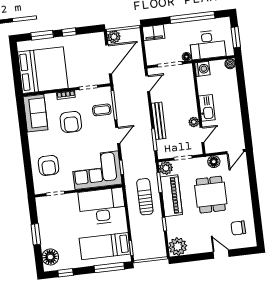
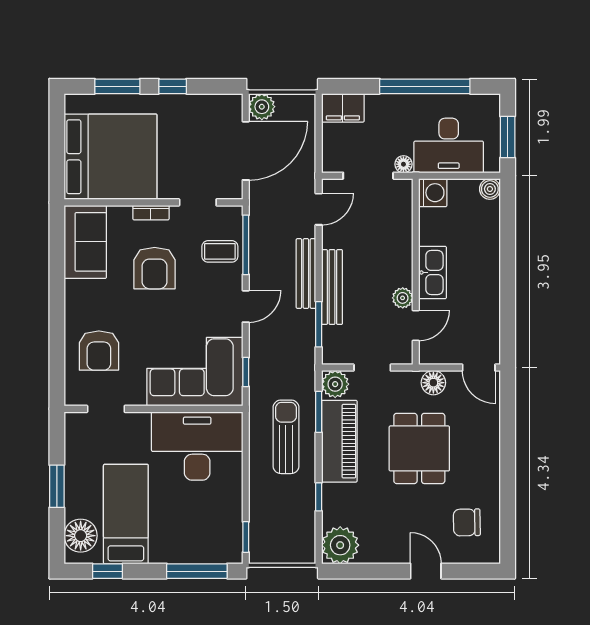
bench: (145, 116) -> (306, 274), added
door: (235, 152) -> (479, 368), hinge flipped
bed: (105, 246) -> (126, 514), moved, turned 90

